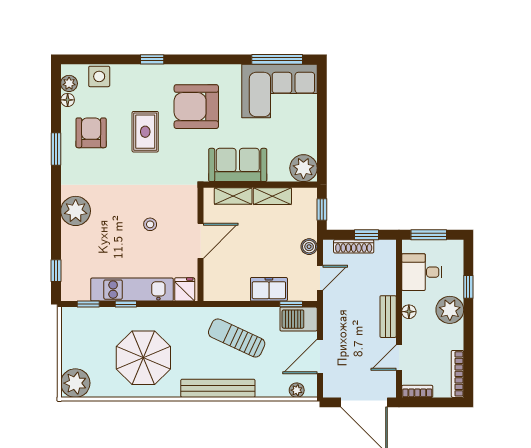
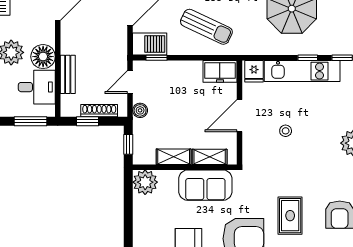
freezer: (269, 289) -> (220, 71), moved
floor lamp: (409, 312) -> (43, 57), width x1.89, depth x1.89
bench: (388, 317) -> (68, 74), moved

